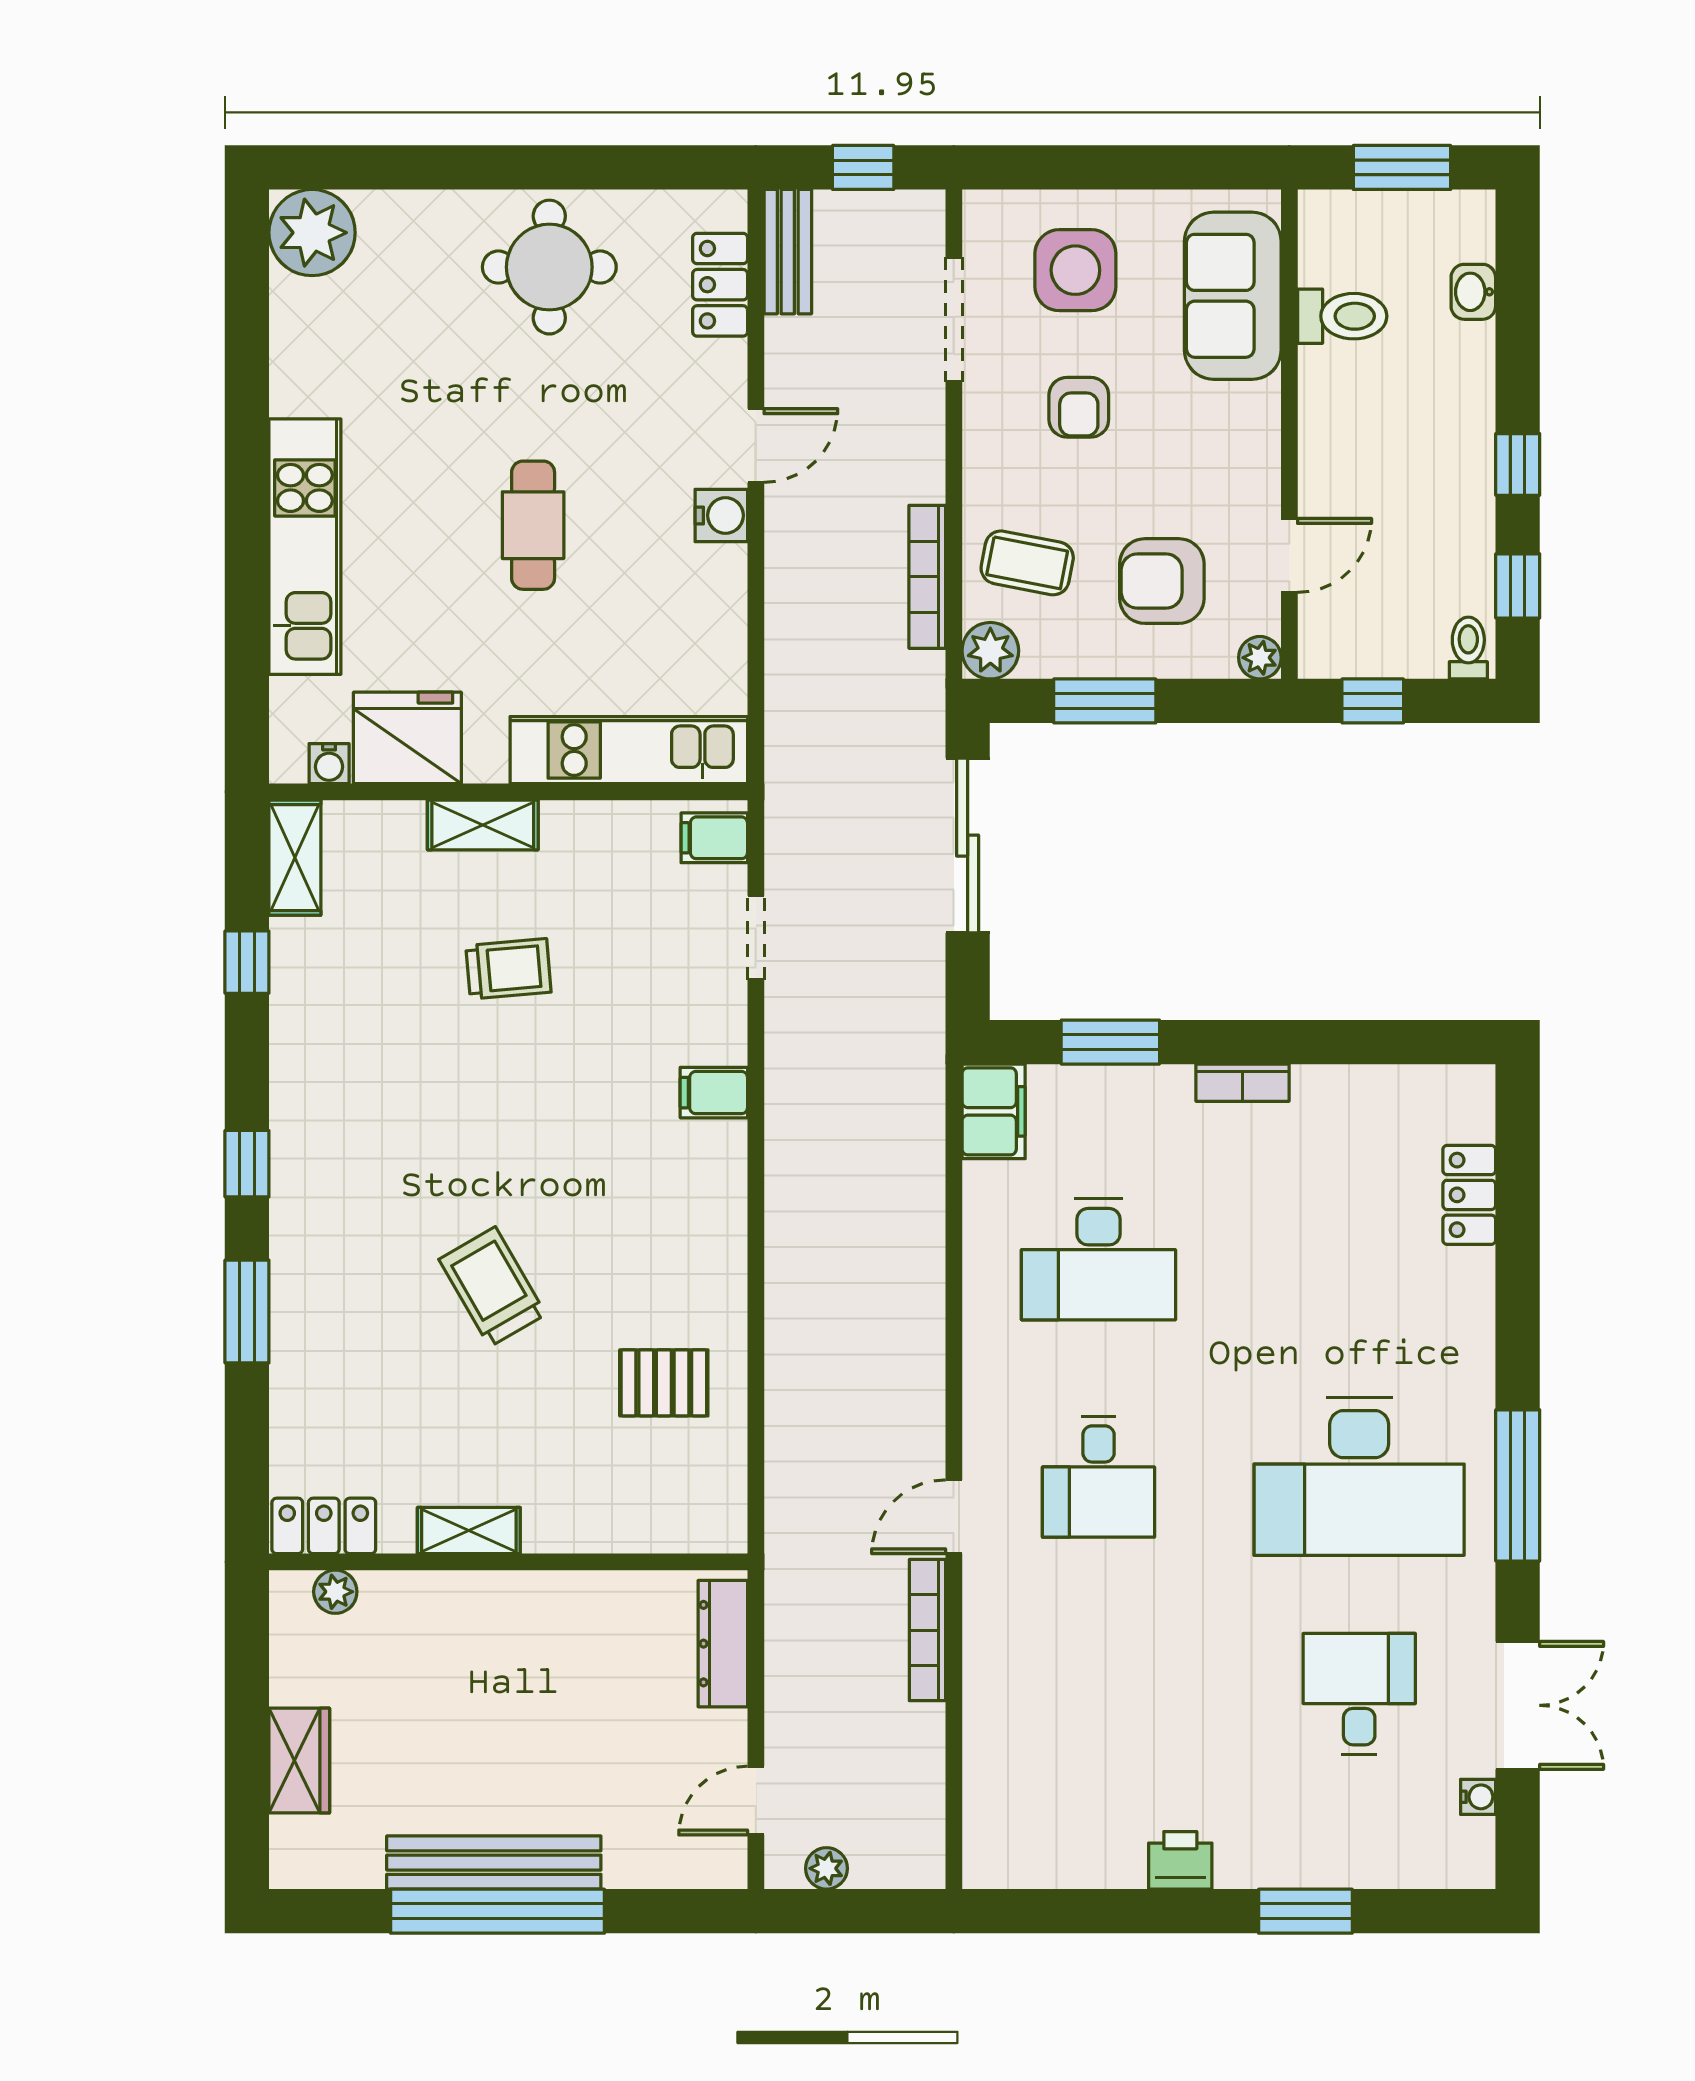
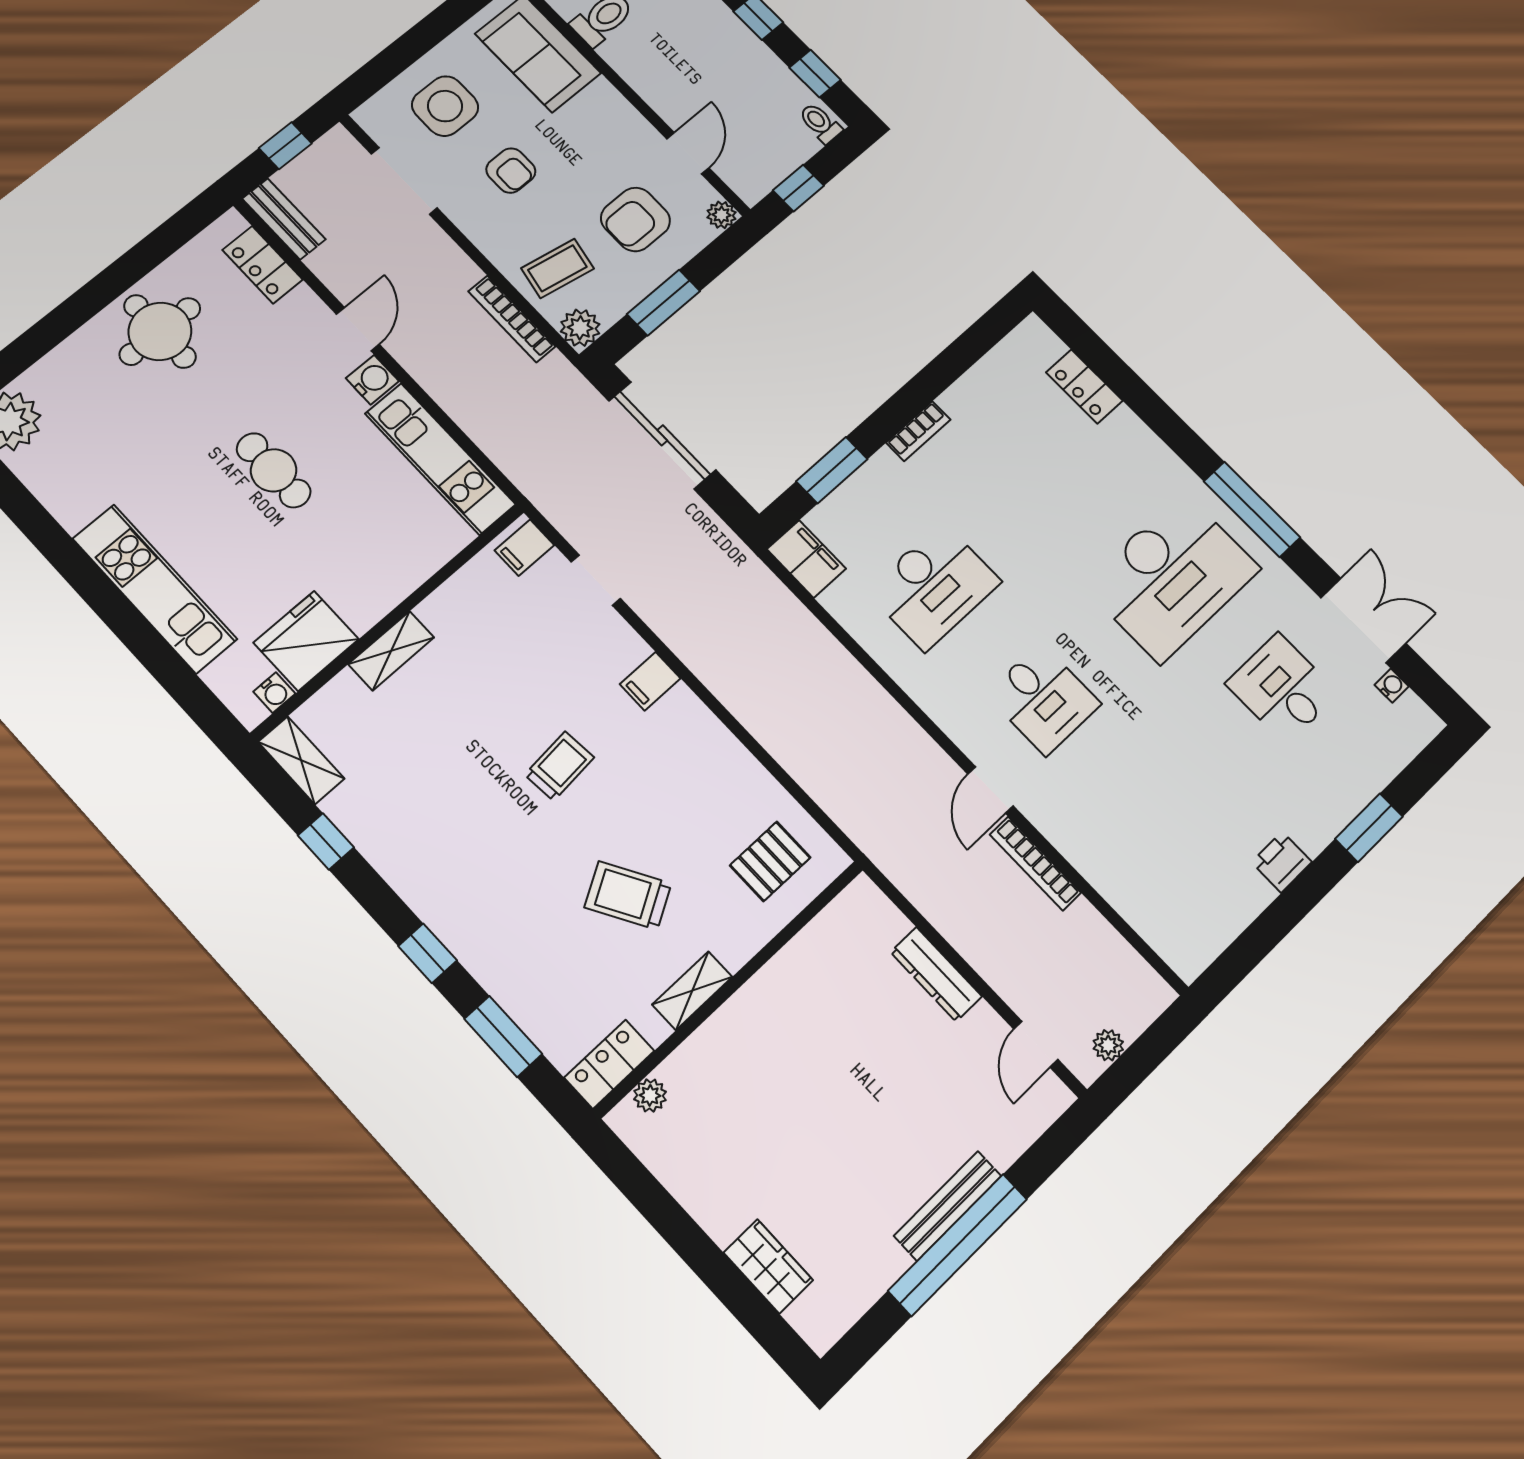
kitchen unit: (629, 750) -> (440, 459), moved, turned -90
trolley: (508, 969) -> (559, 766), moved
locker: (324, 1526) -> (609, 1064), moved
shelving: (469, 1531) -> (692, 991), moved
wall: (508, 1562) -> (730, 988), moved
plant: (335, 1592) -> (650, 1095), moved
bench: (494, 1863) -> (948, 1206), width x0.73, depth x0.82

